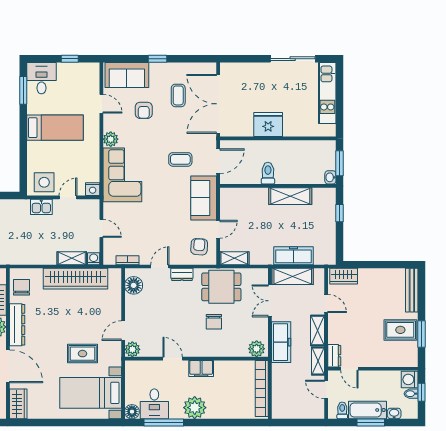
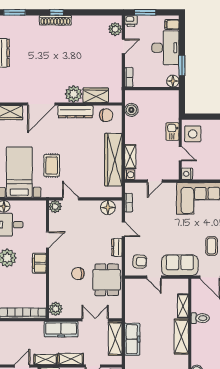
boiler: (15, 257) -> (131, 110), added
shelving: (234, 258) -> (183, 306), moved

